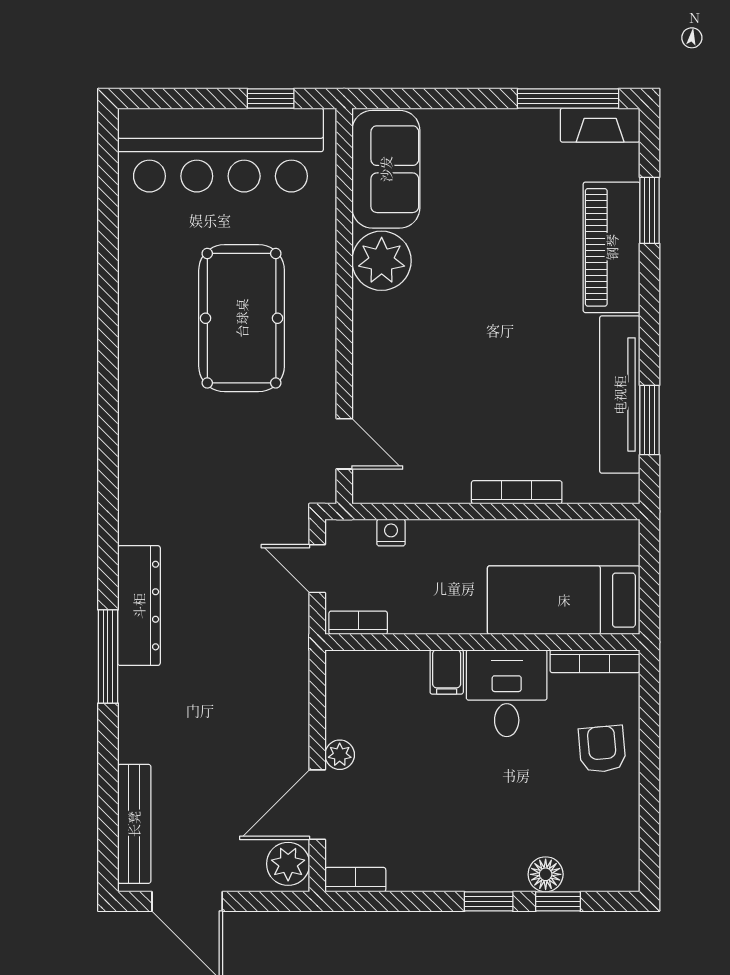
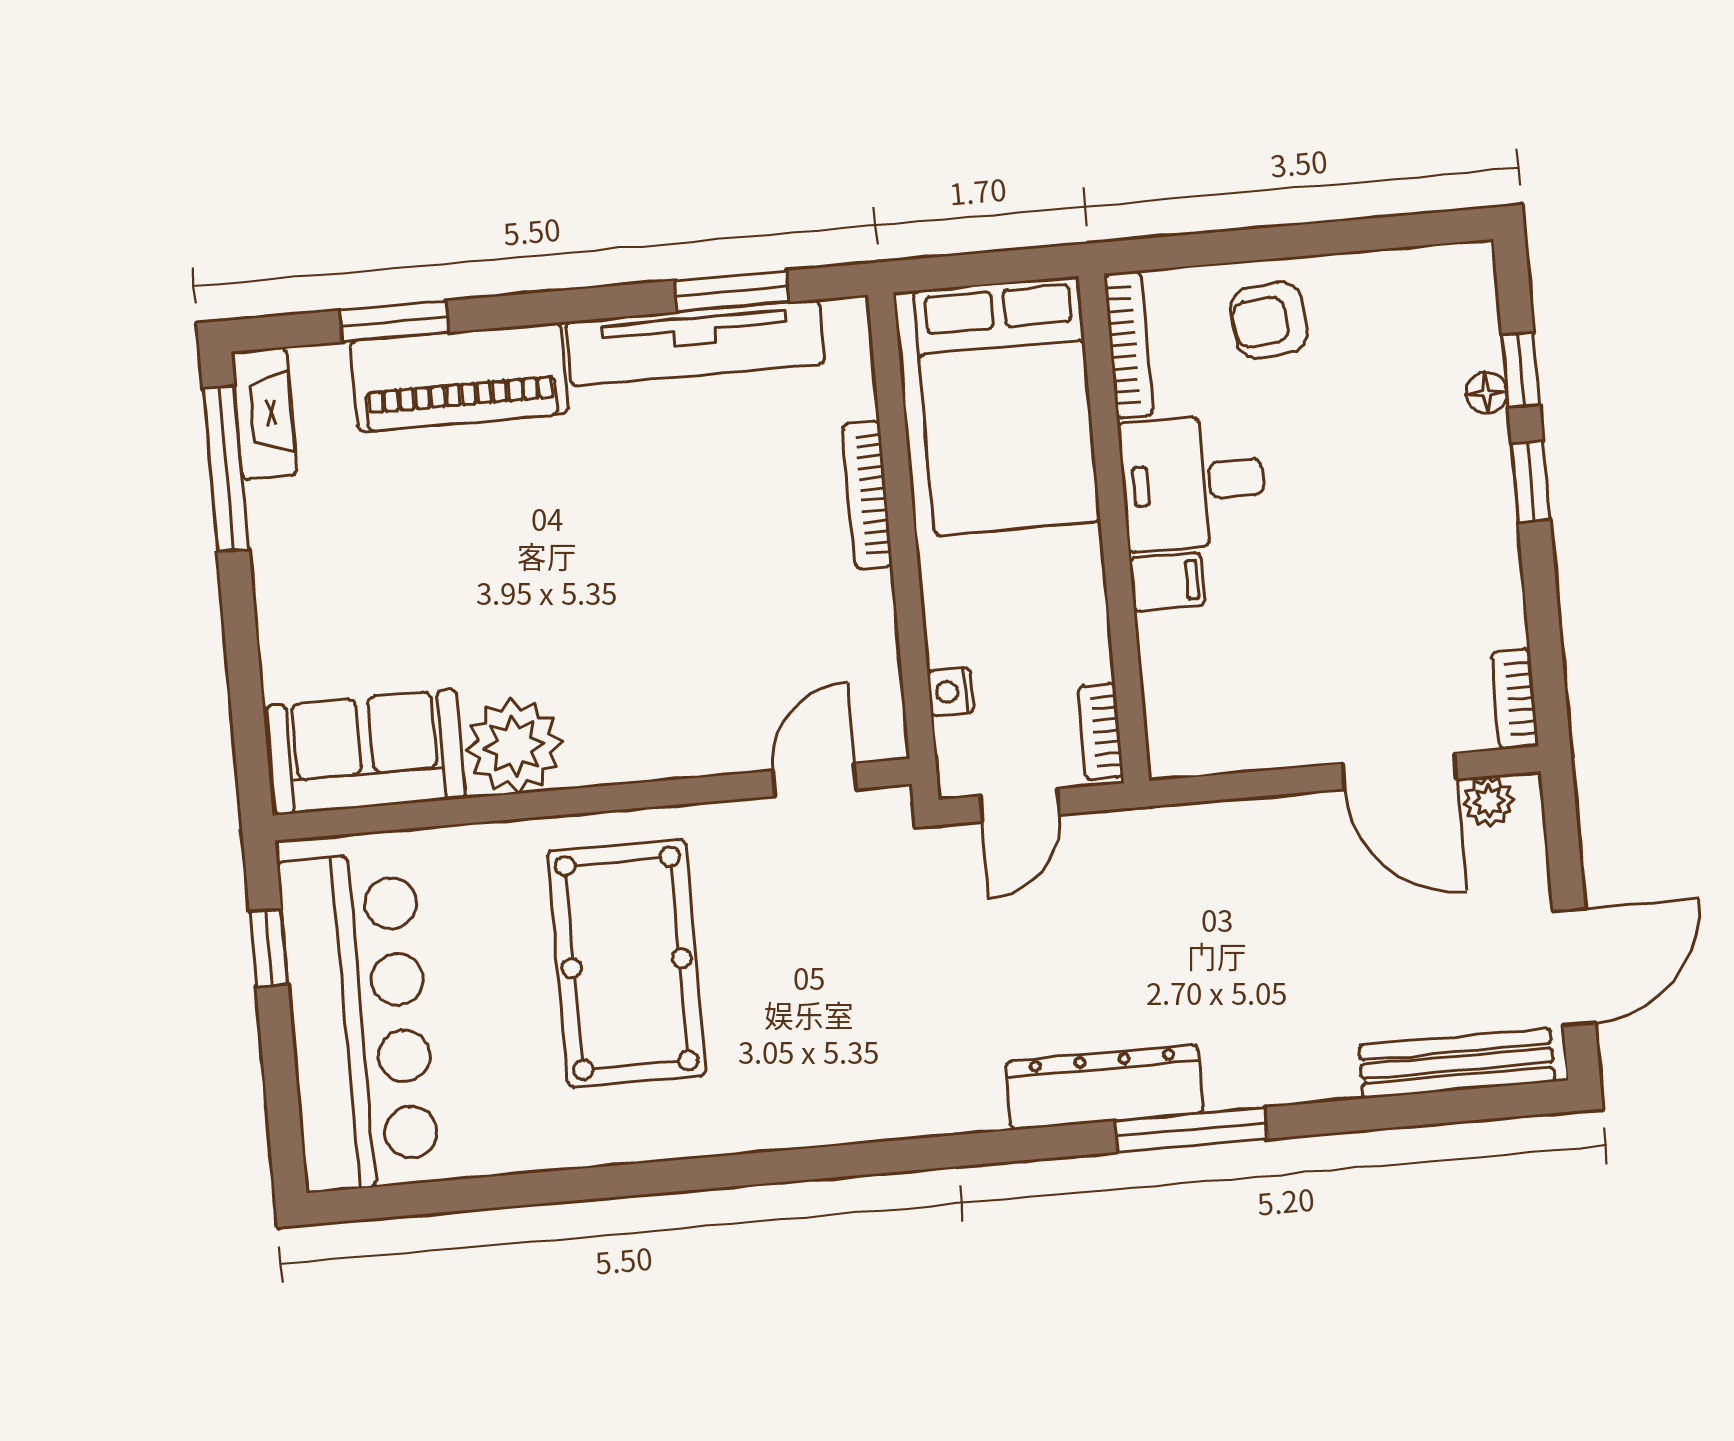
pool table: (242, 318) -> (627, 963), turned 90
bed: (564, 600) -> (1007, 406), width x1.50
plant: (340, 755) -> (1316, 742), removed
plant: (288, 864) -> (1489, 801), width x0.73, depth x0.73
floor lamp: (546, 874) -> (1487, 393), width x0.73, depth x0.73

